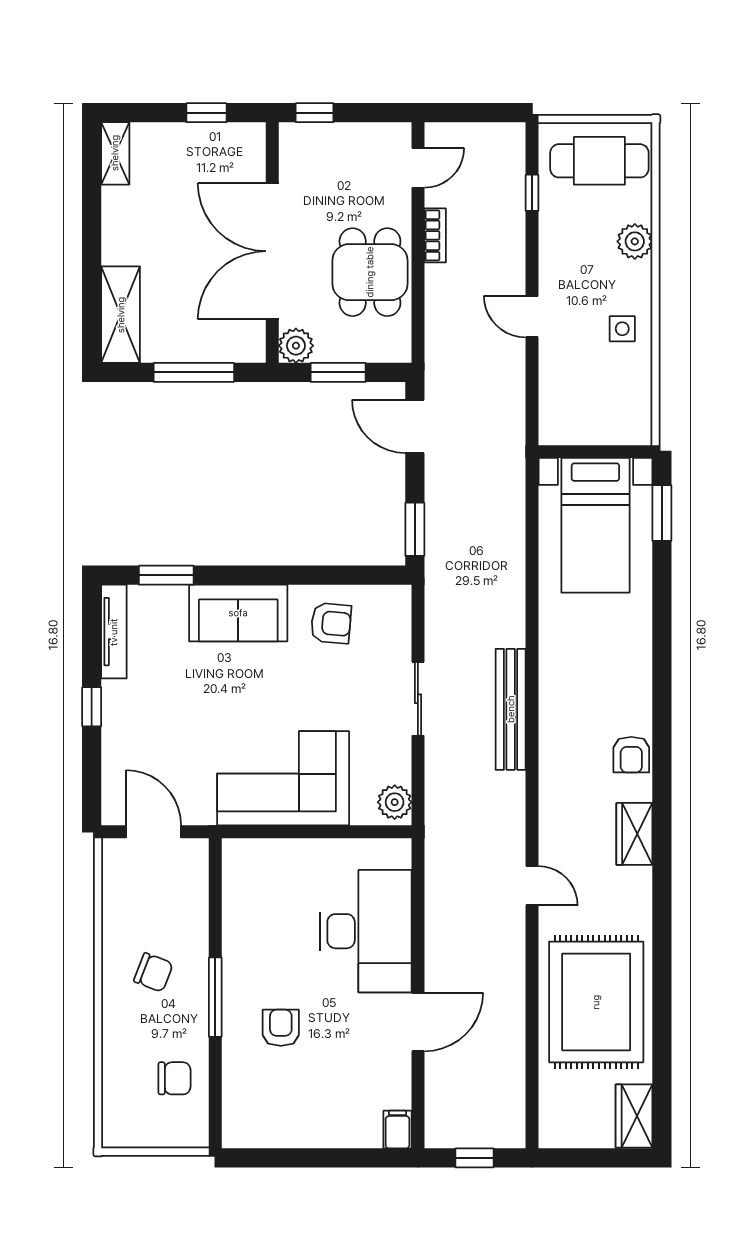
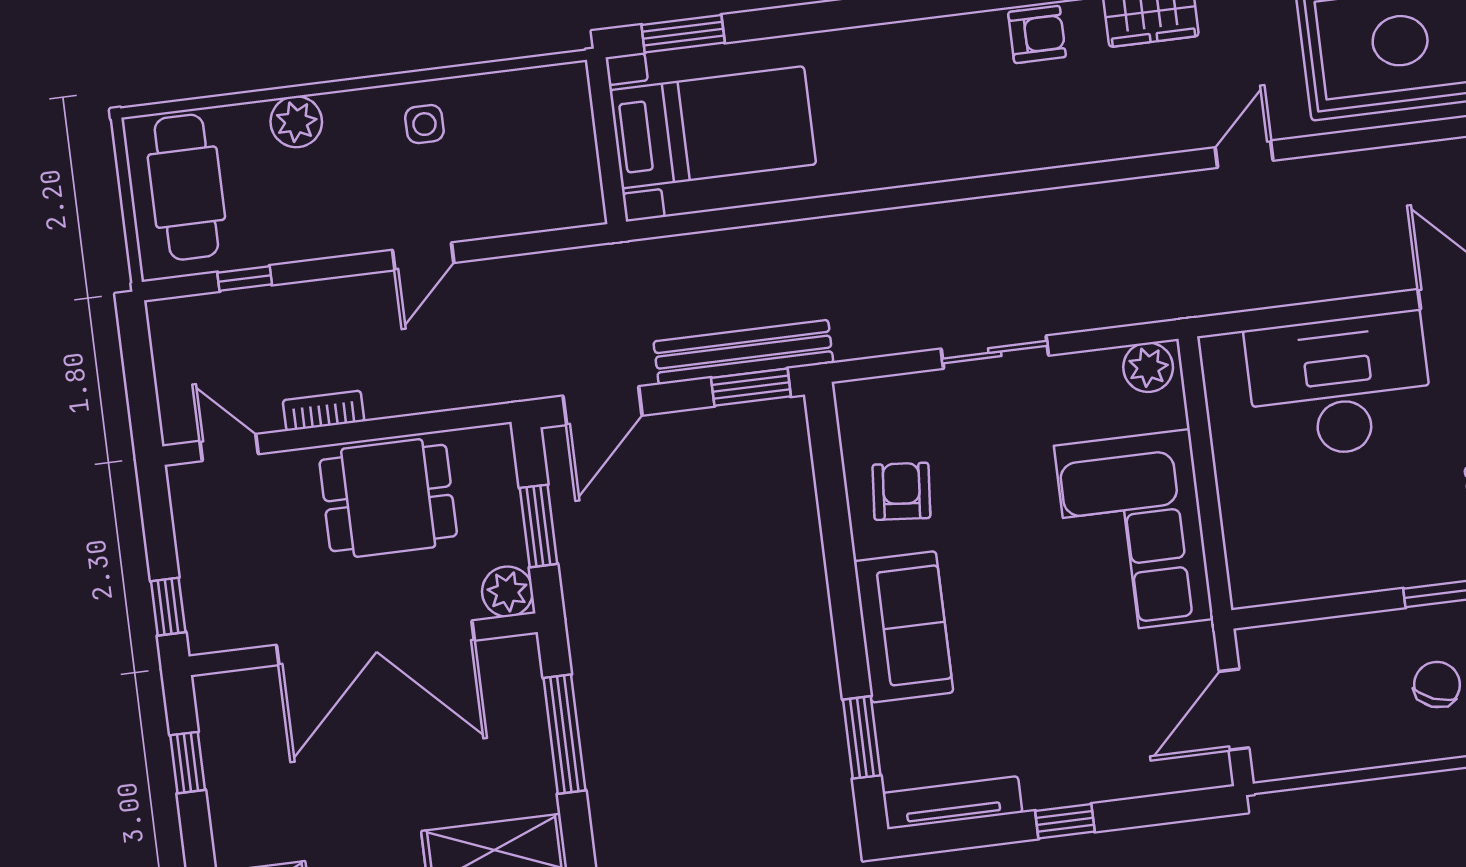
bench: (511, 709) -> (743, 352), moved

